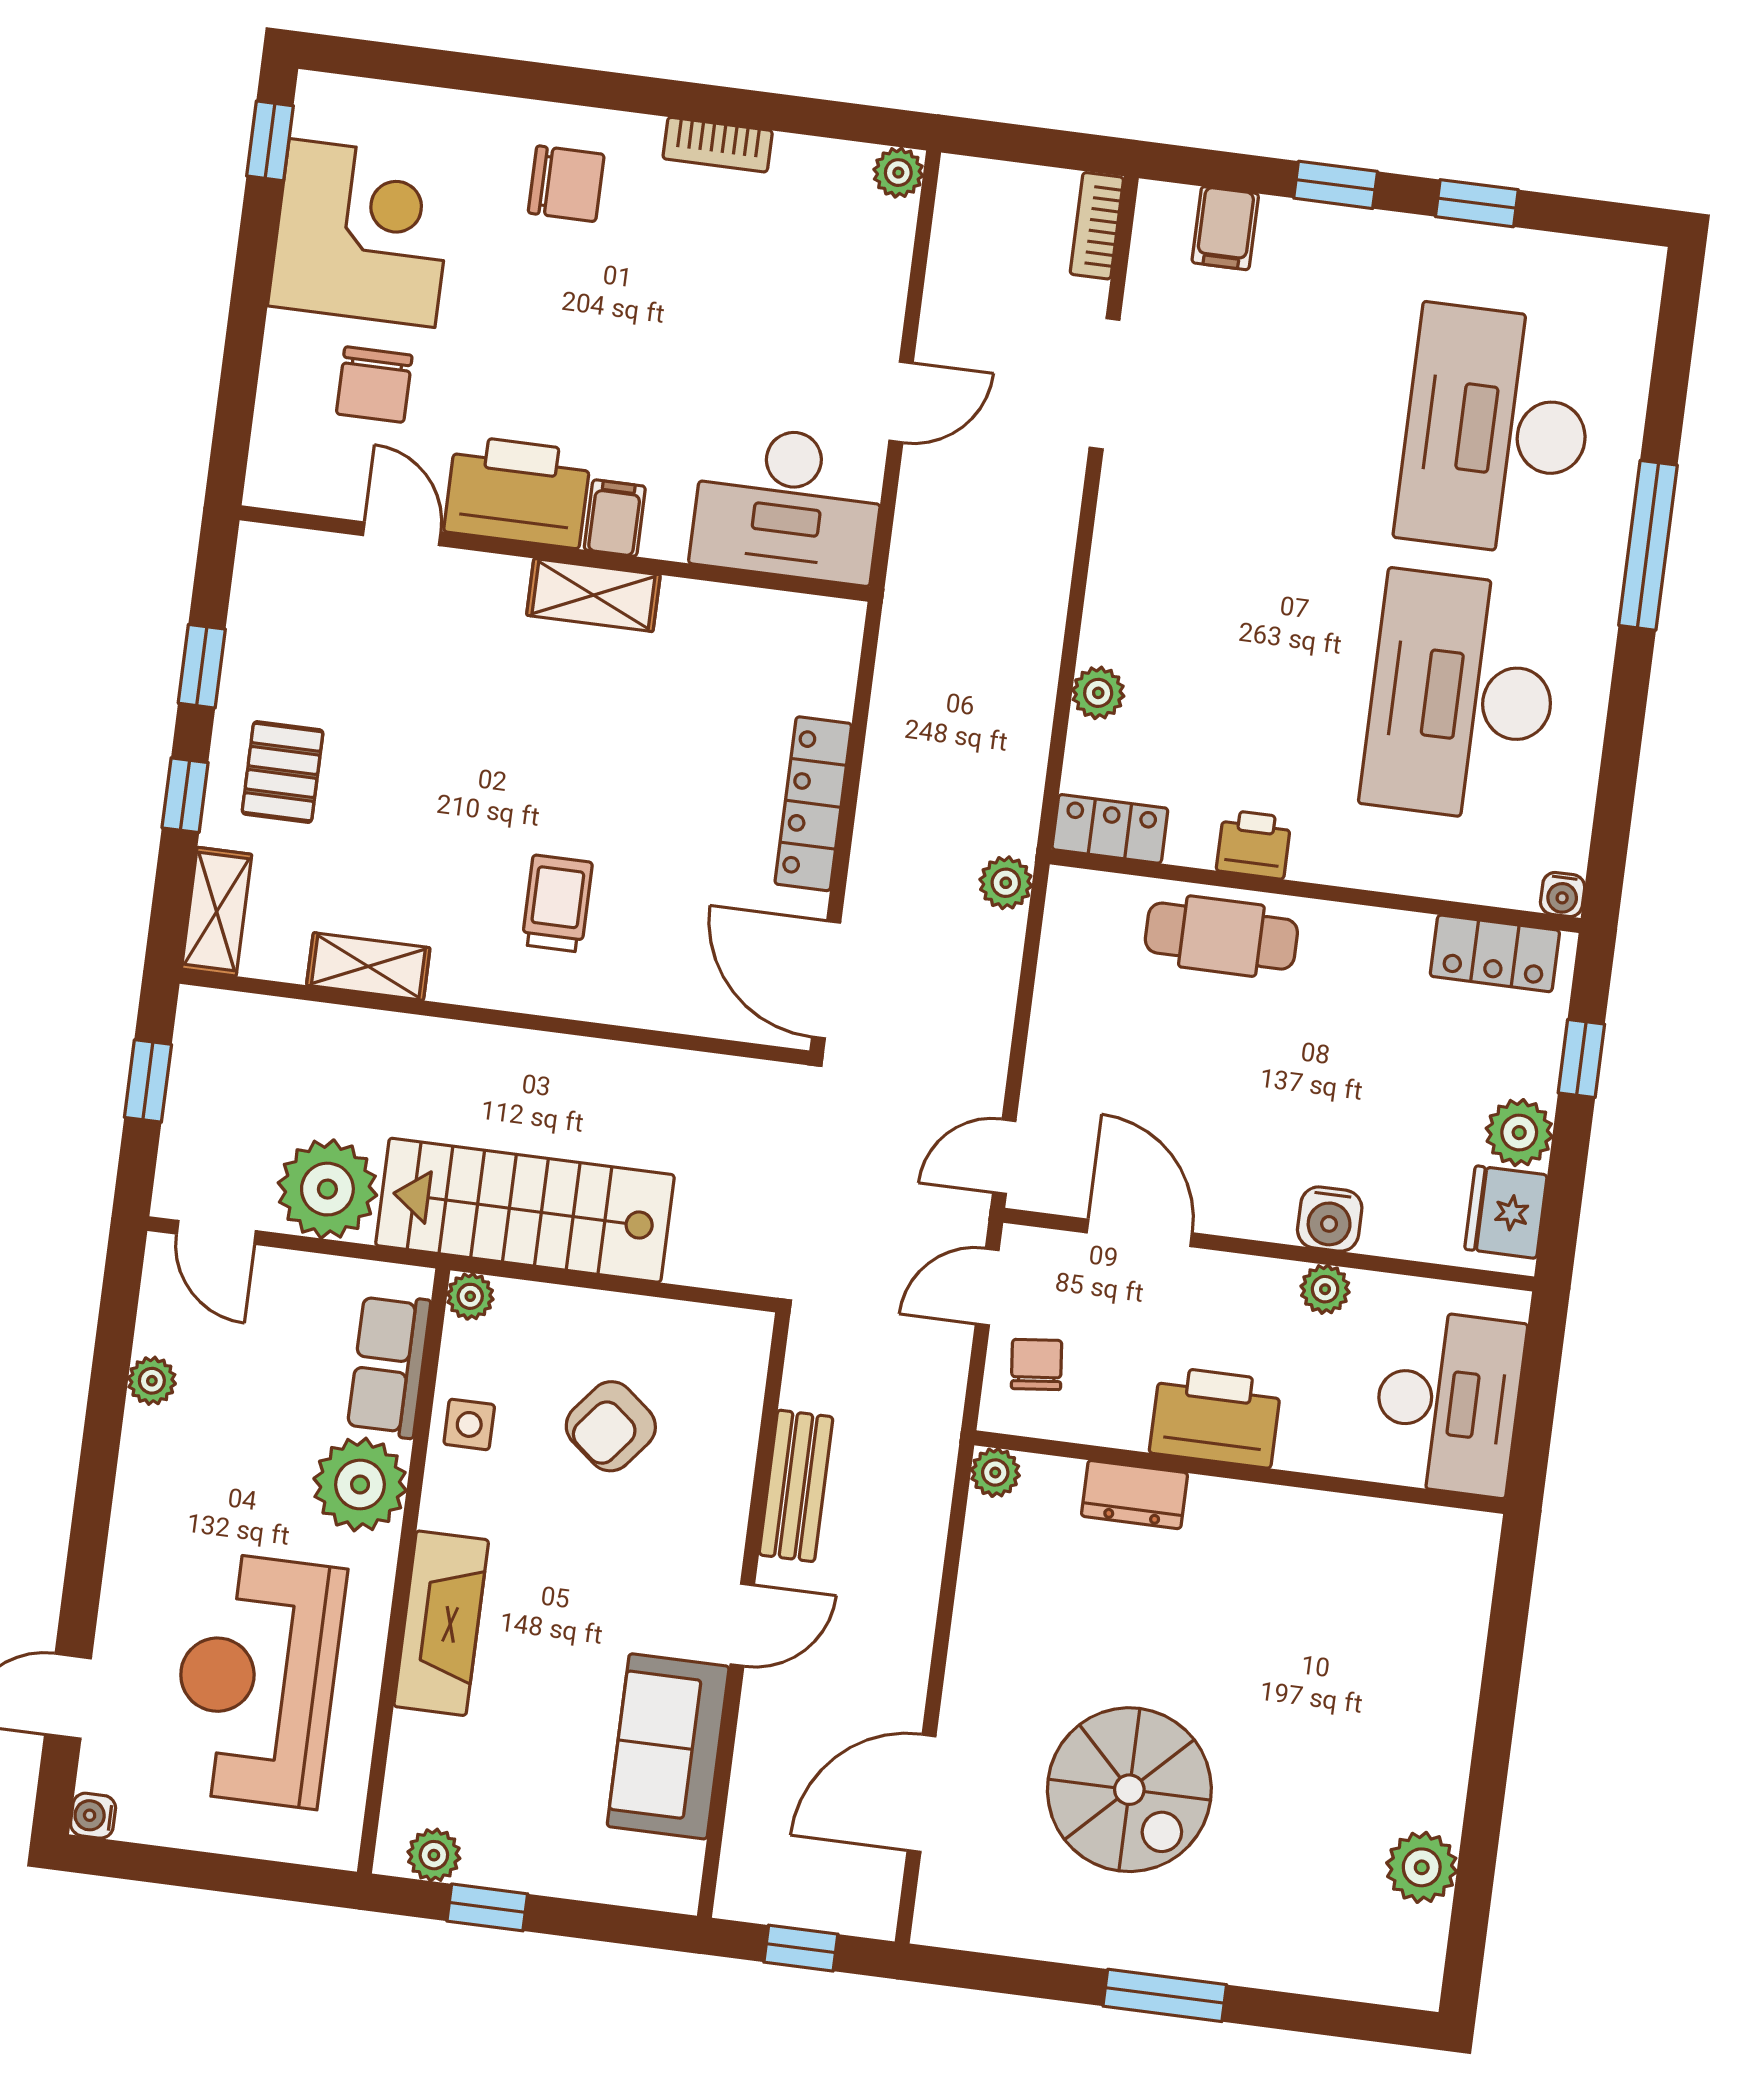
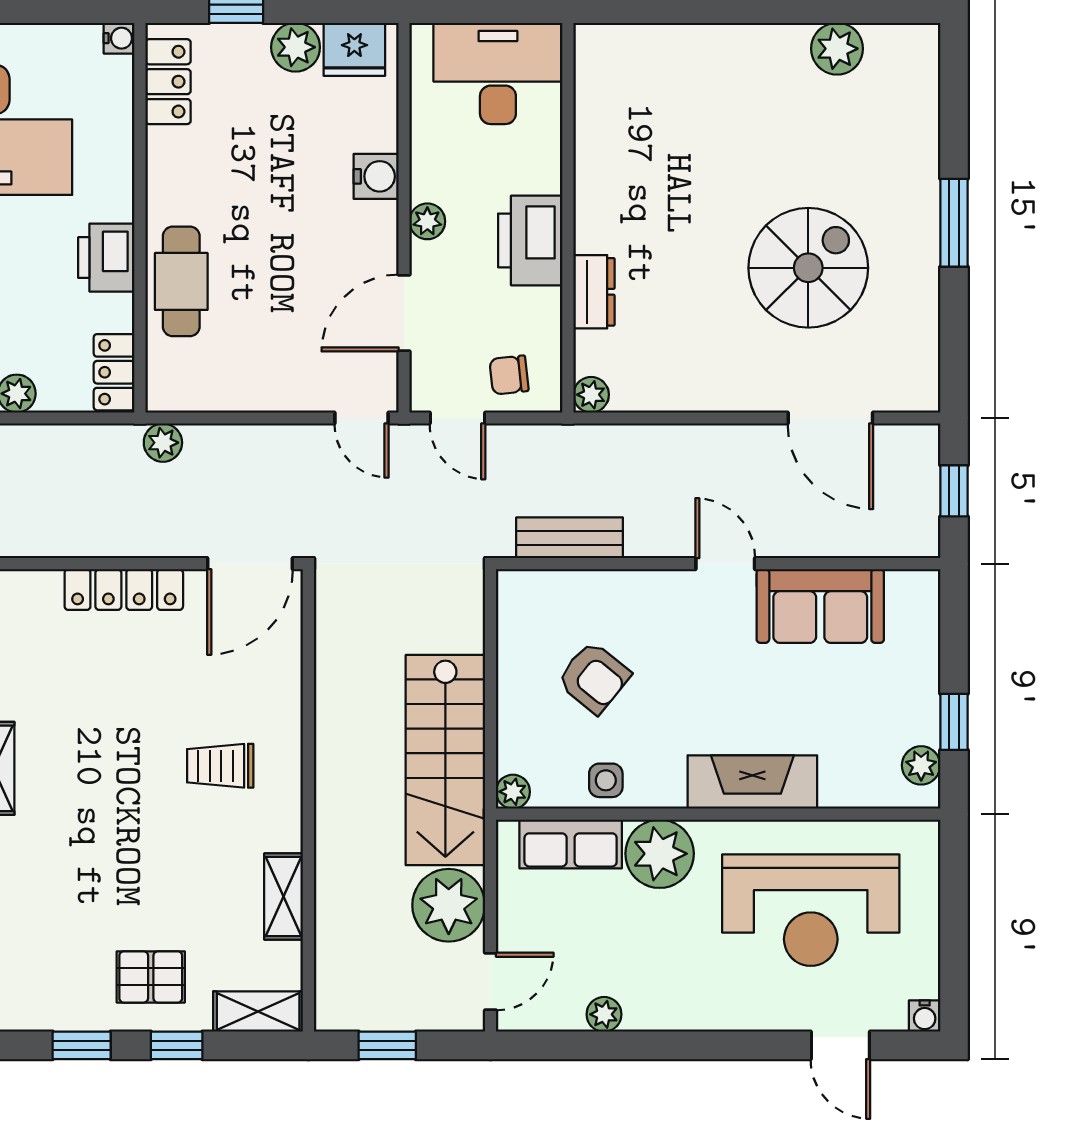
printer: (1254, 844) -> (106, 258), width x1.36, depth x1.24
plant: (1325, 1289) -> (427, 221), moved
bench: (796, 1486) -> (570, 538), moved

